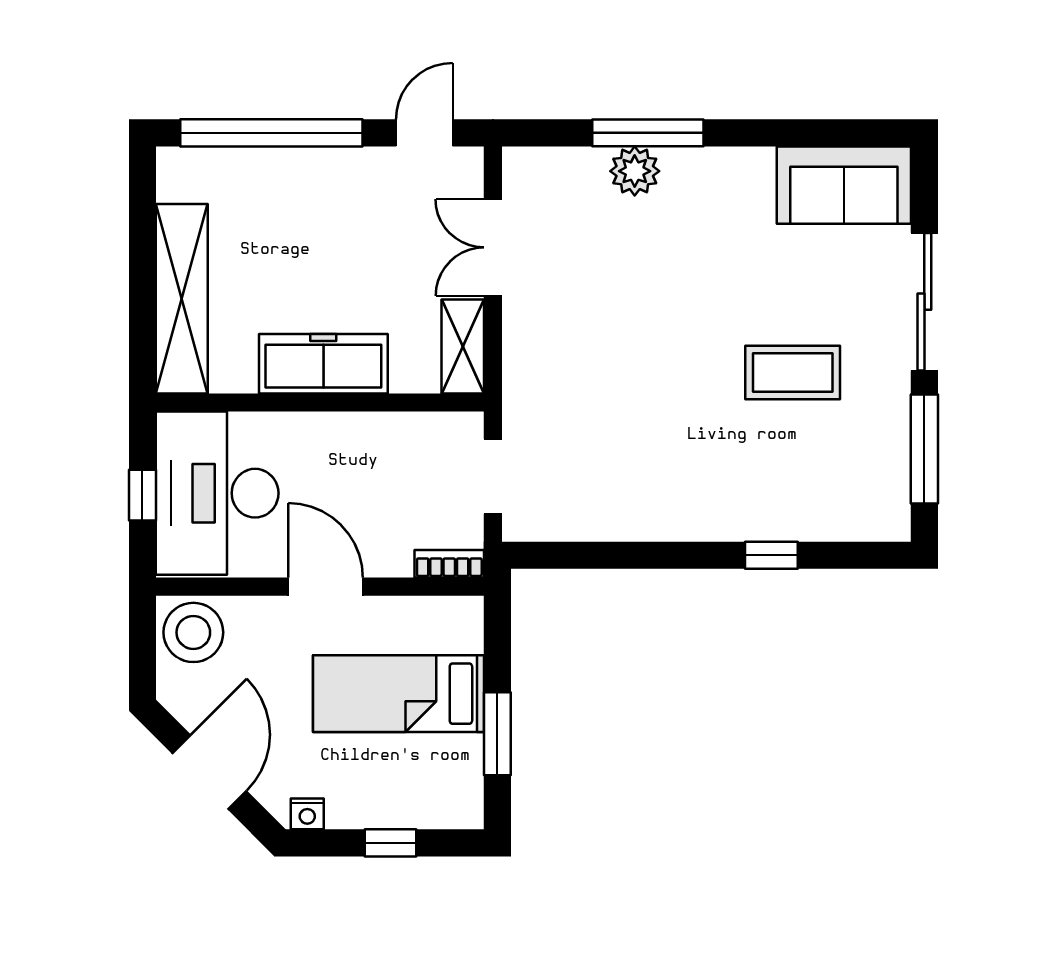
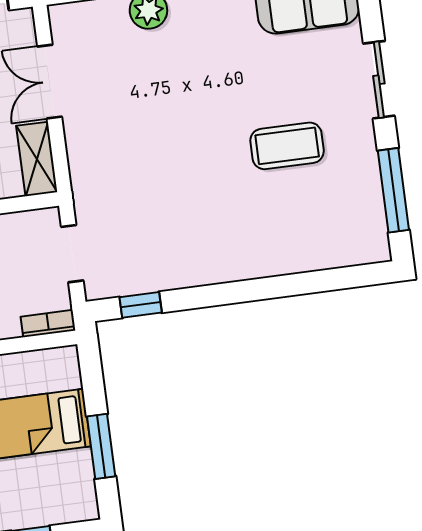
sliding door: (924, 302) -> (379, 80), width x0.73
window: (771, 555) -> (141, 305), moved

